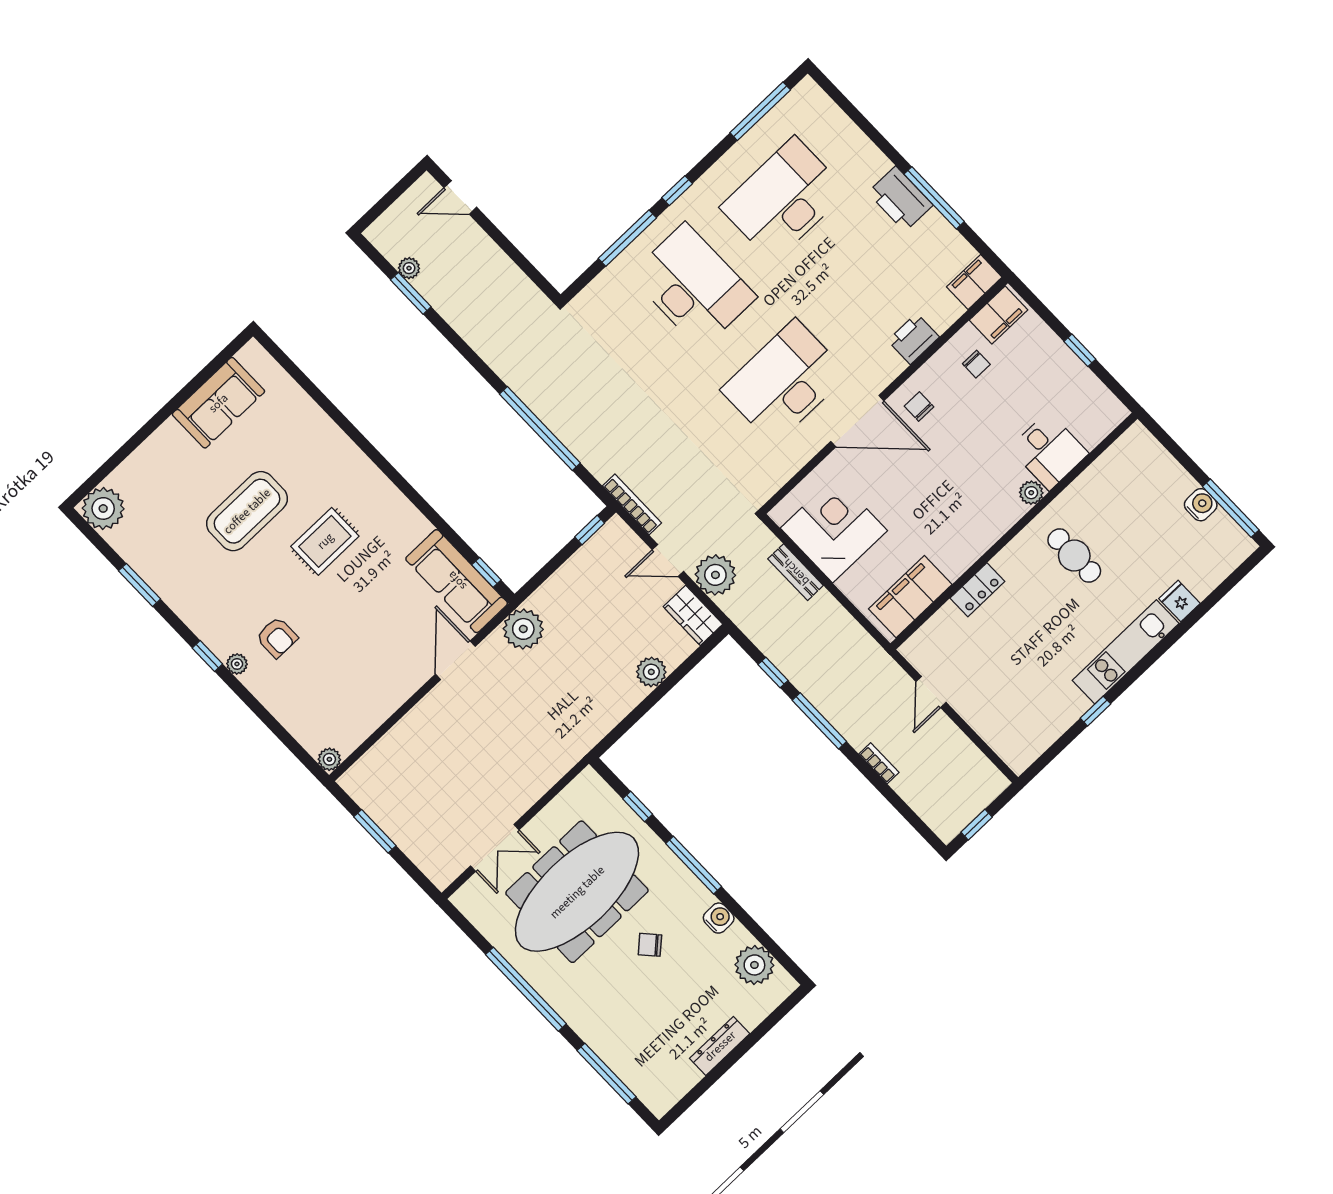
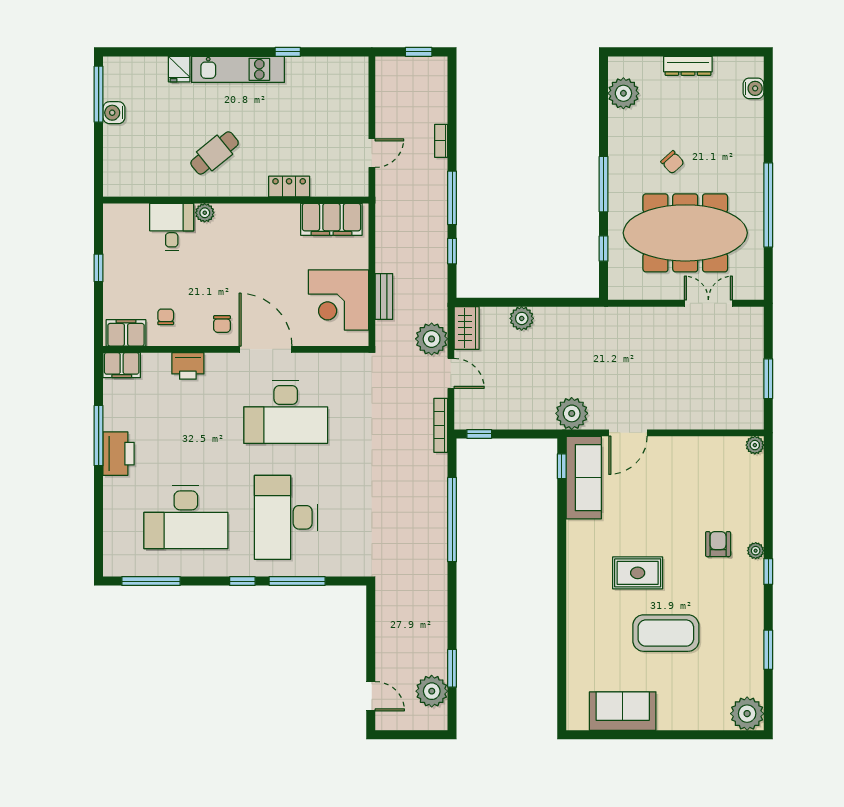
plant: (409, 268) -> (432, 691), width x1.88, depth x1.88
cafe table: (1074, 556) -> (215, 153), turned 51
water cooler: (719, 918) -> (753, 88), moved, turned 180
window: (606, 1074) -> (768, 112), removed

